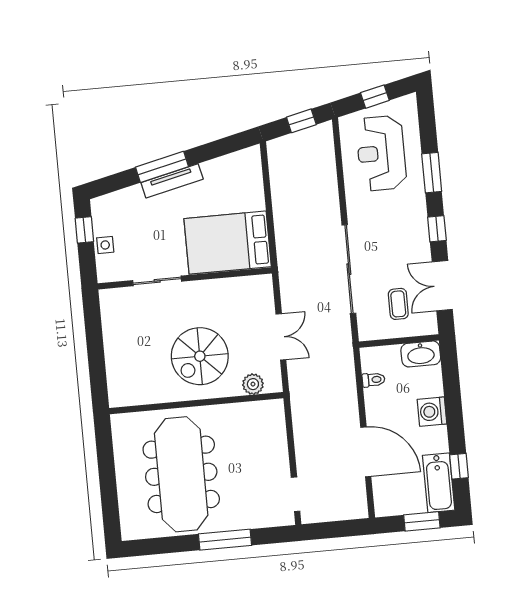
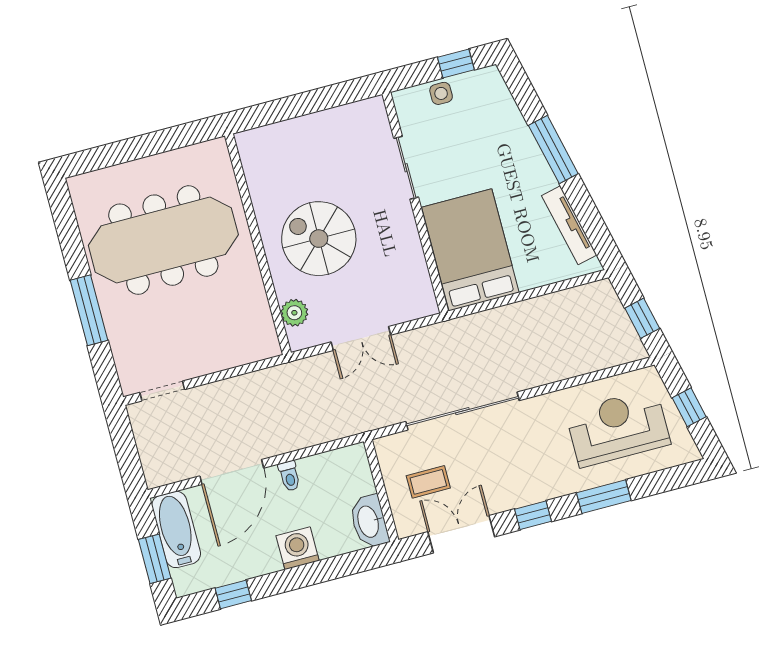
tv unit: (172, 181) -> (569, 225), moved
toilet: (373, 380) -> (289, 476), moved
bathtub: (439, 483) -> (176, 529), moved, turned 90

